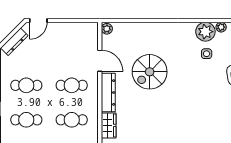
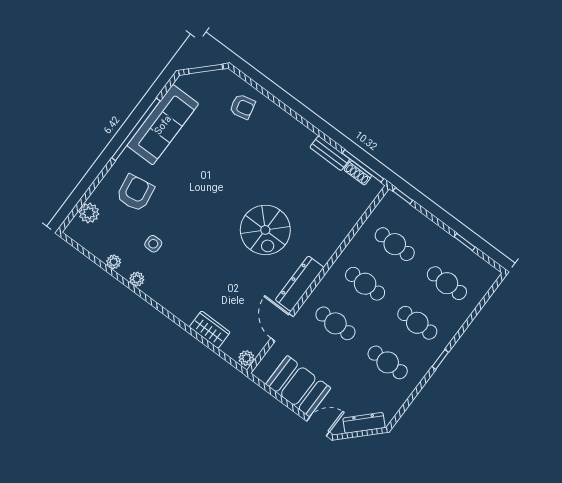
plant: (205, 32) -> (137, 279), width x0.53, depth x0.53
booth: (66, 35) -> (298, 386), added
spiral stairs: (150, 72) -> (265, 230), moved, turned 90
wardrobe: (109, 125) -> (210, 330), moved, turned 90

